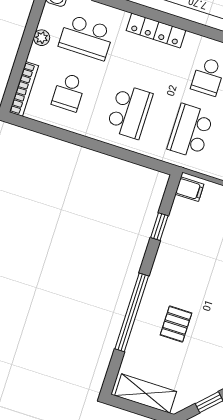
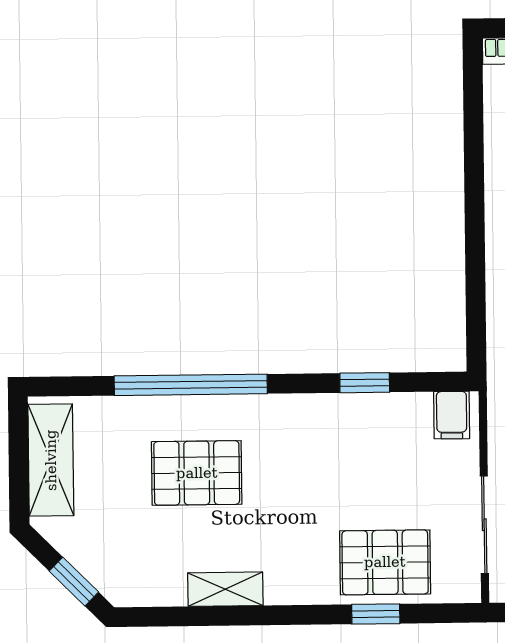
pallet: (176, 324) -> (197, 473), width x1.50, depth x1.42

